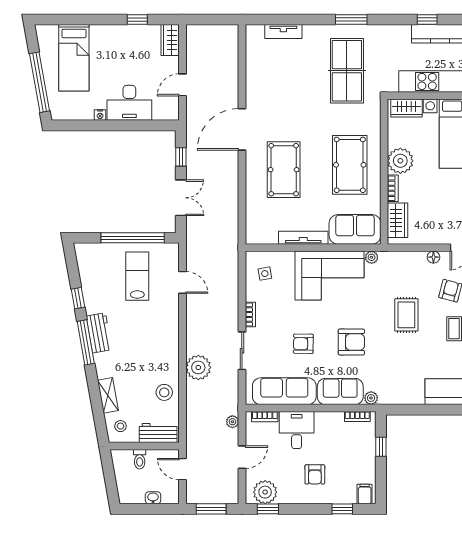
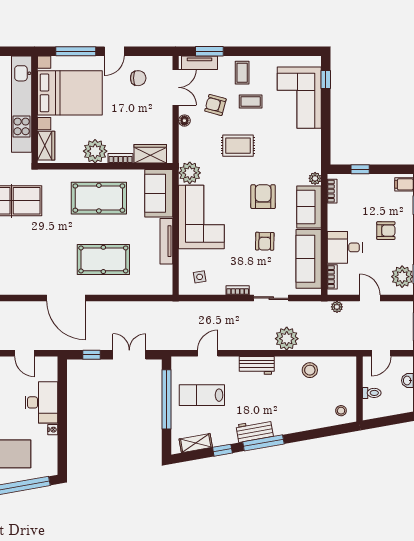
plant: (372, 257) -> (190, 173), width x1.88, depth x1.88
shelving: (108, 395) -> (196, 443), moved
workbench: (158, 433) -> (257, 365), moved, turned -90

